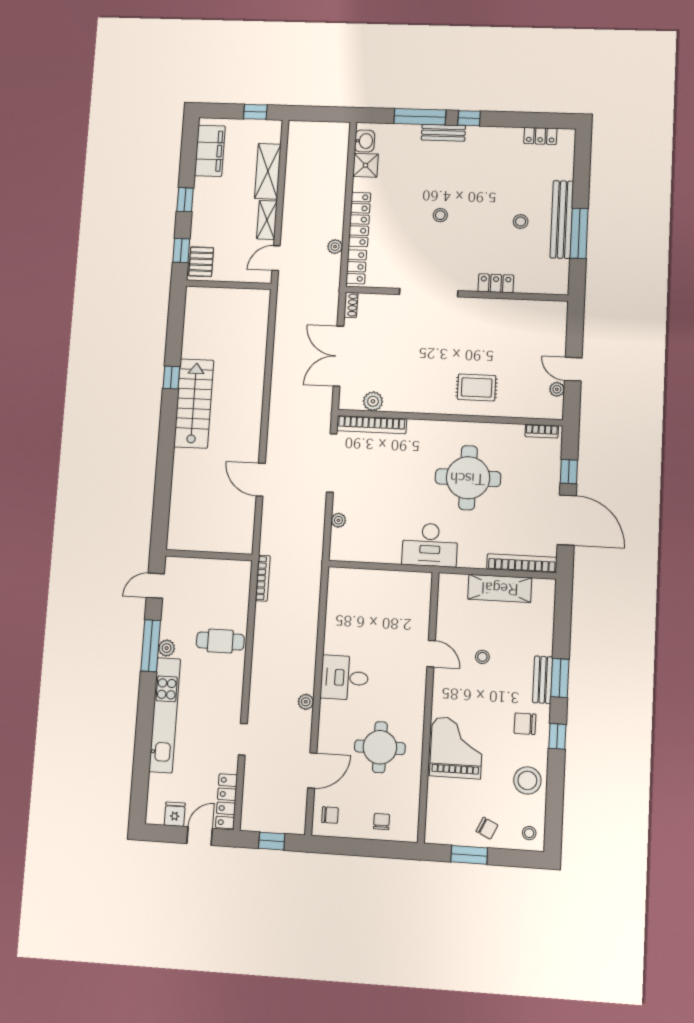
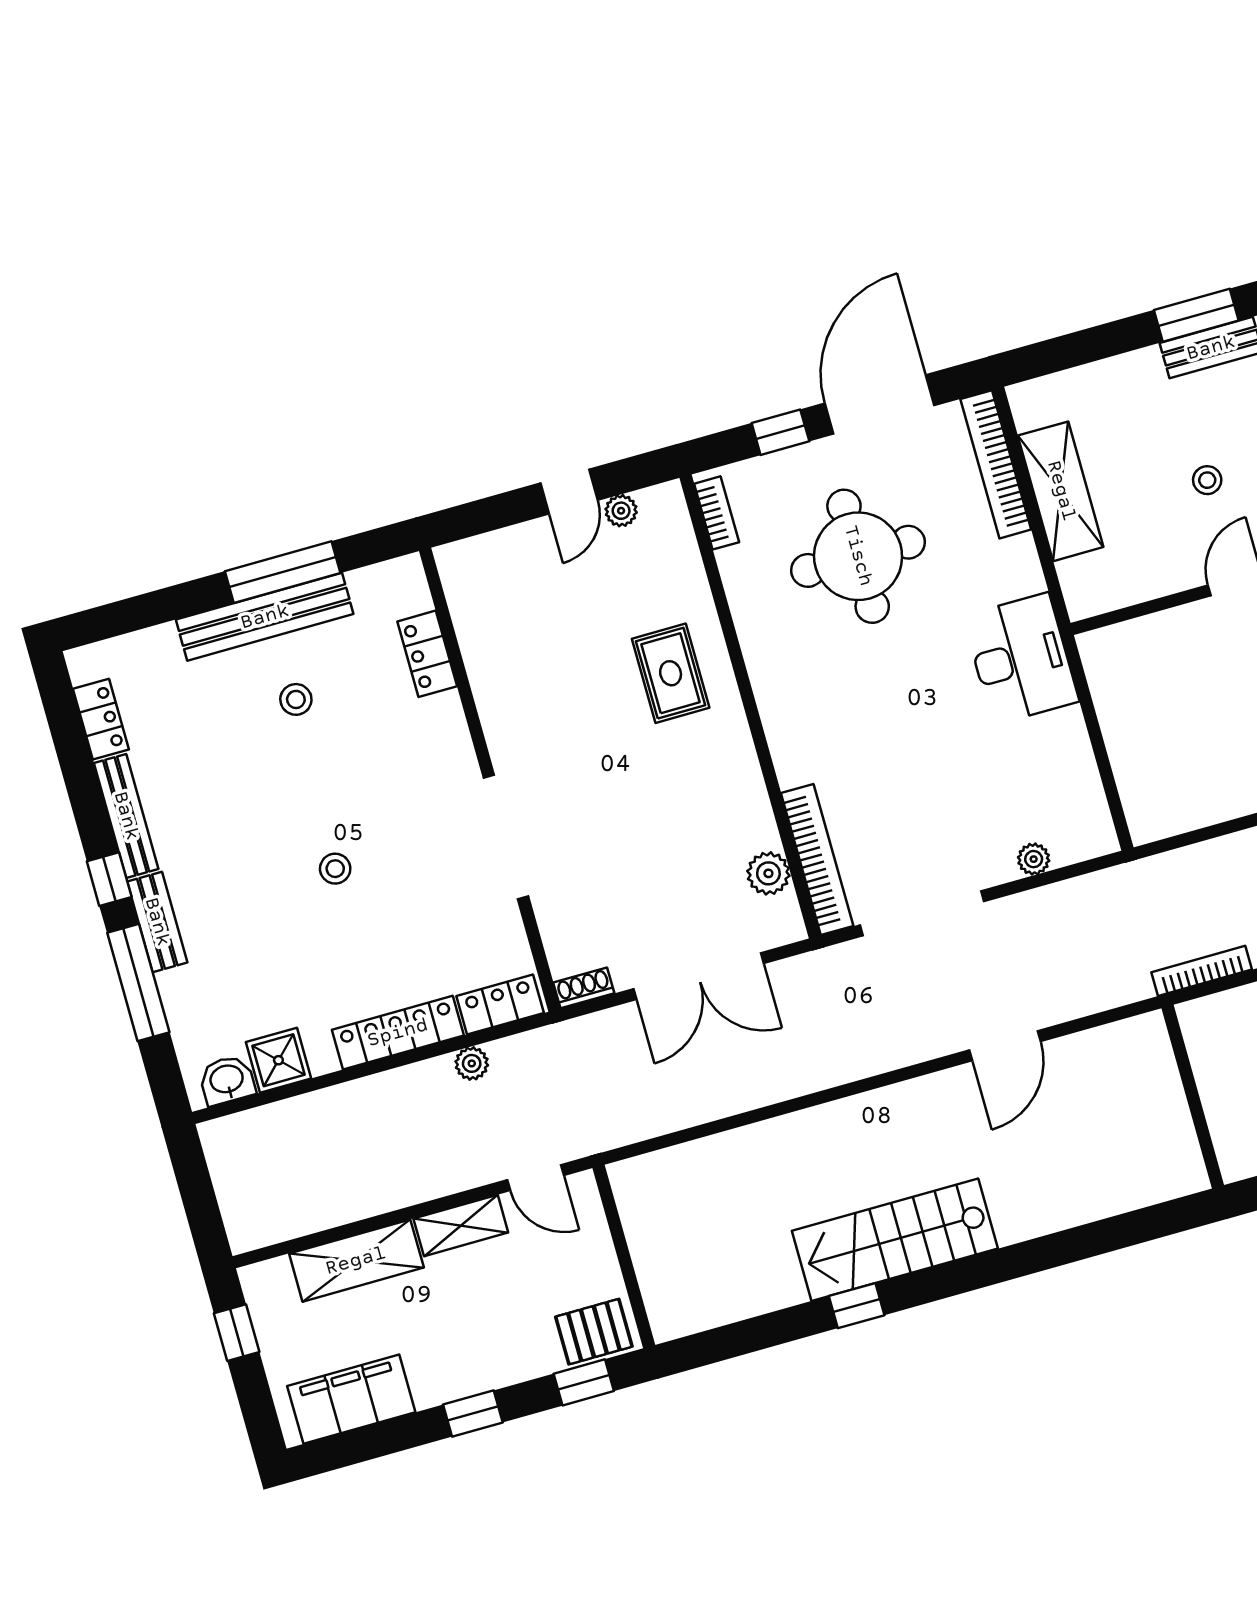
bench: (494, 134) -> (126, 816), added
locker: (496, 283) -> (427, 654), moved
round table: (468, 478) -> (858, 556), moved

